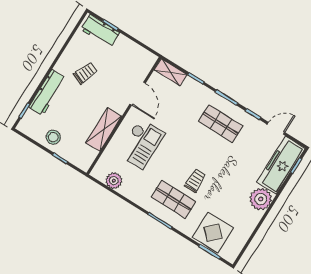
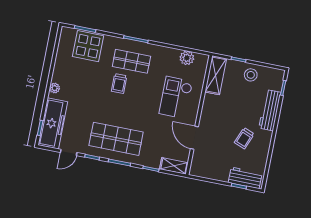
shop shelf: (221, 124) -> (116, 139), width x1.43, depth x1.36
shelving: (104, 129) -> (216, 75), moved
plant: (261, 199) -> (55, 88), width x0.53, depth x0.53

